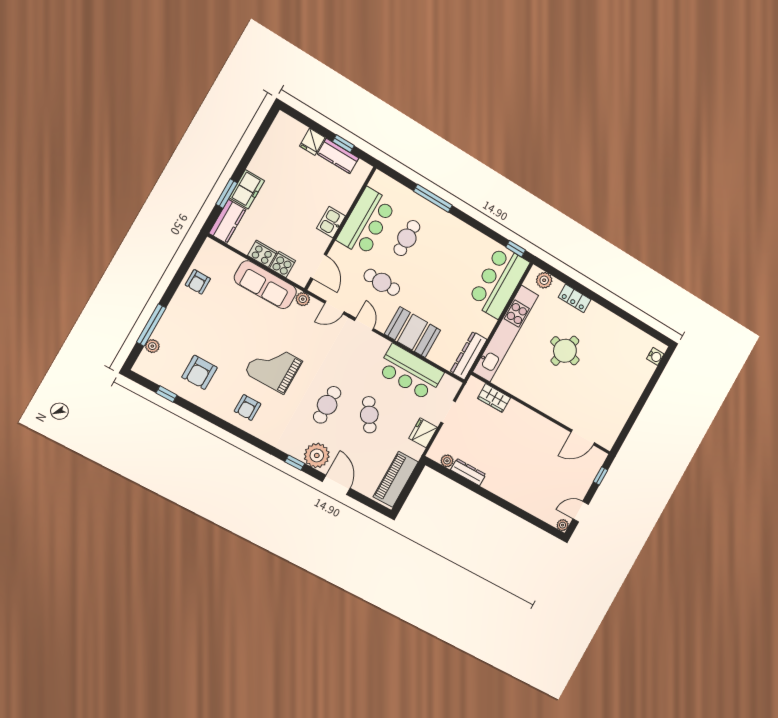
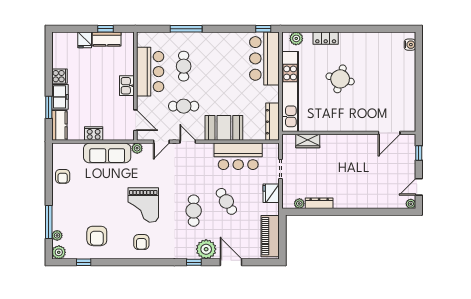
cooker: (283, 264) -> (60, 76), moved, turned 90
plant: (143, 367) -> (59, 252), added
grand piano: (273, 367) -> (143, 205), turned -90

